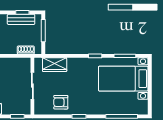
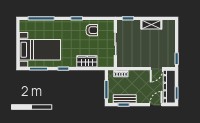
wardrobe: (55, 65) -> (87, 61), moved

